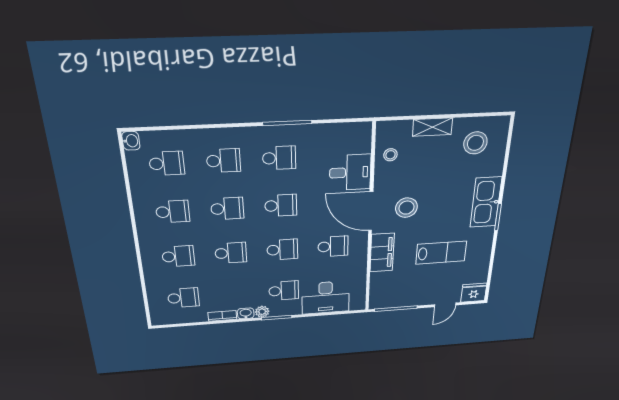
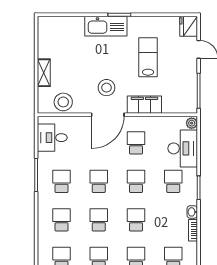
stool: (475, 143) -> (57, 40), removed
stool: (390, 155) -> (63, 102), width x1.89, depth x1.89
desk: (350, 172) -> (52, 138), moved, turned -90
plant: (262, 312) -> (192, 123), moved

